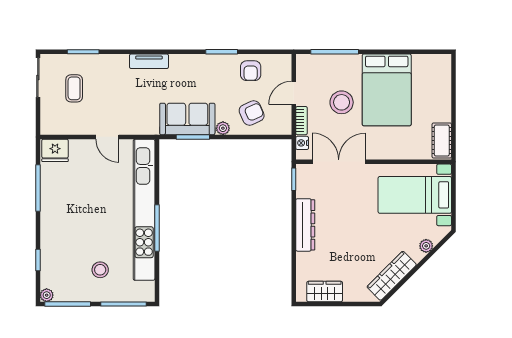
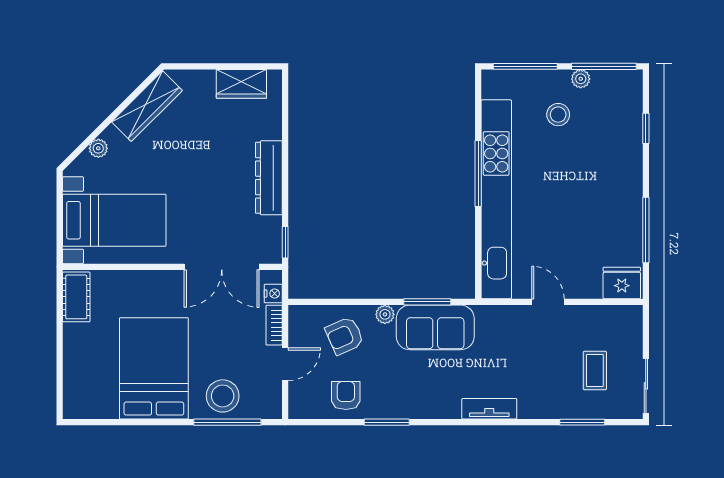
stool: (342, 102) -> (223, 396), moved
plant: (47, 295) -> (581, 79), moved

